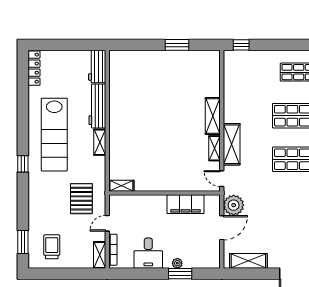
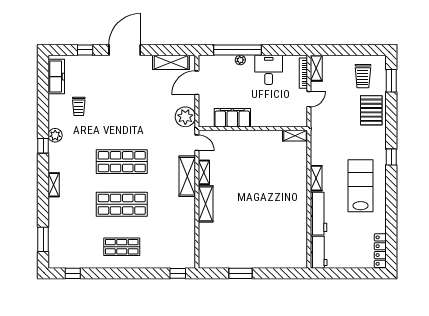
lab bench: (54, 135) -> (361, 186), width x0.73
pallet: (81, 199) -> (371, 110), moved
door: (222, 228) -> (197, 83), moved
window: (180, 274) -> (237, 50), width x2.11

